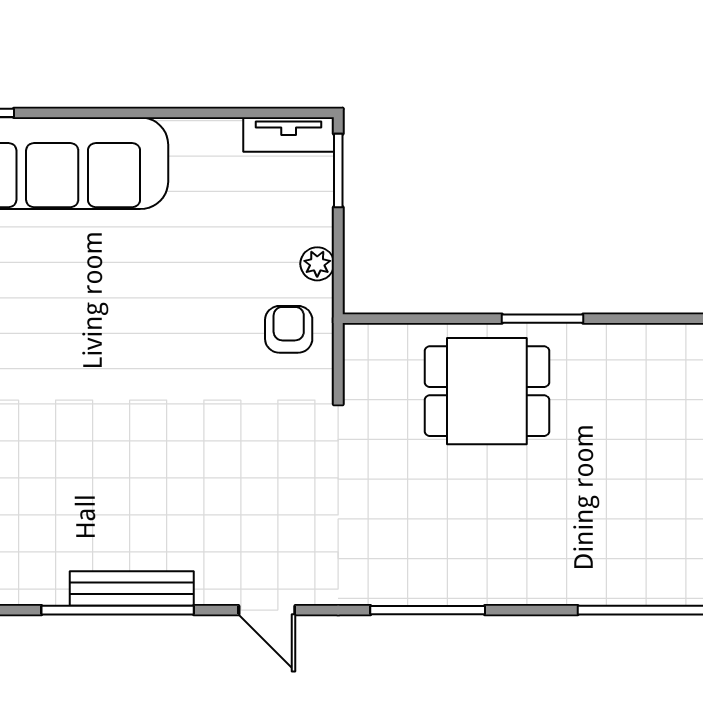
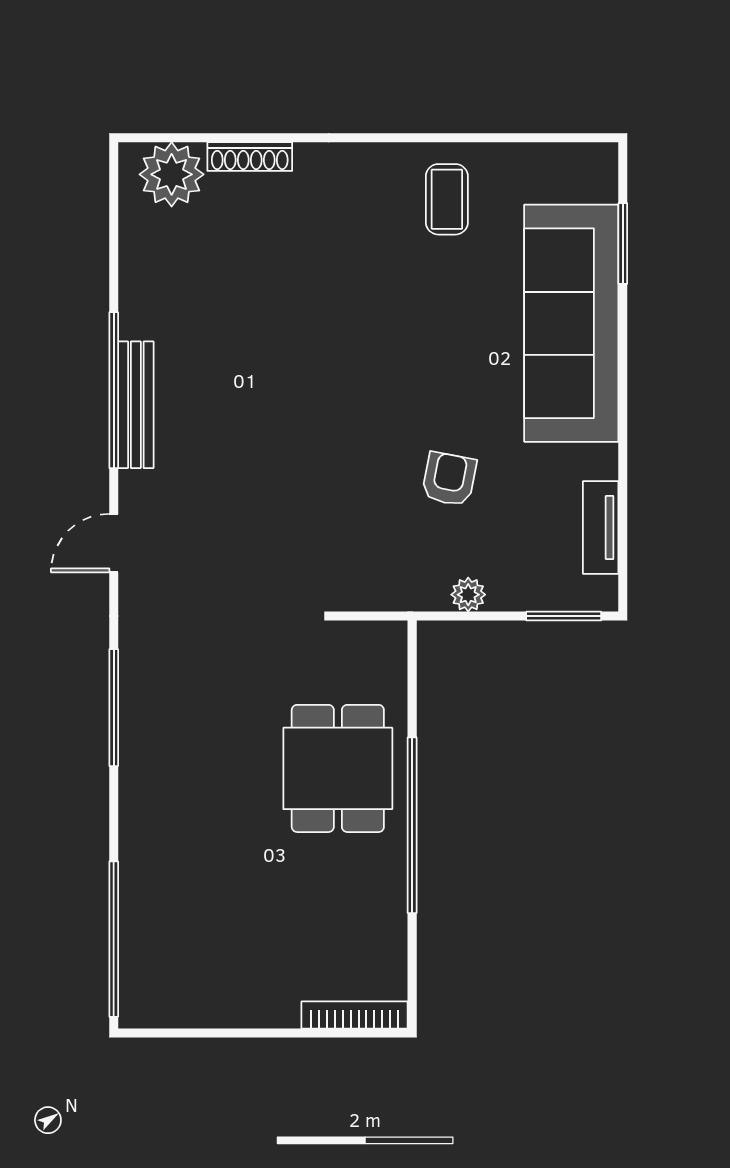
tv unit: (289, 134) -> (601, 527), moved
window: (542, 319) -> (412, 825), width x2.11
armchair: (289, 329) -> (449, 479), moved, turned -79

